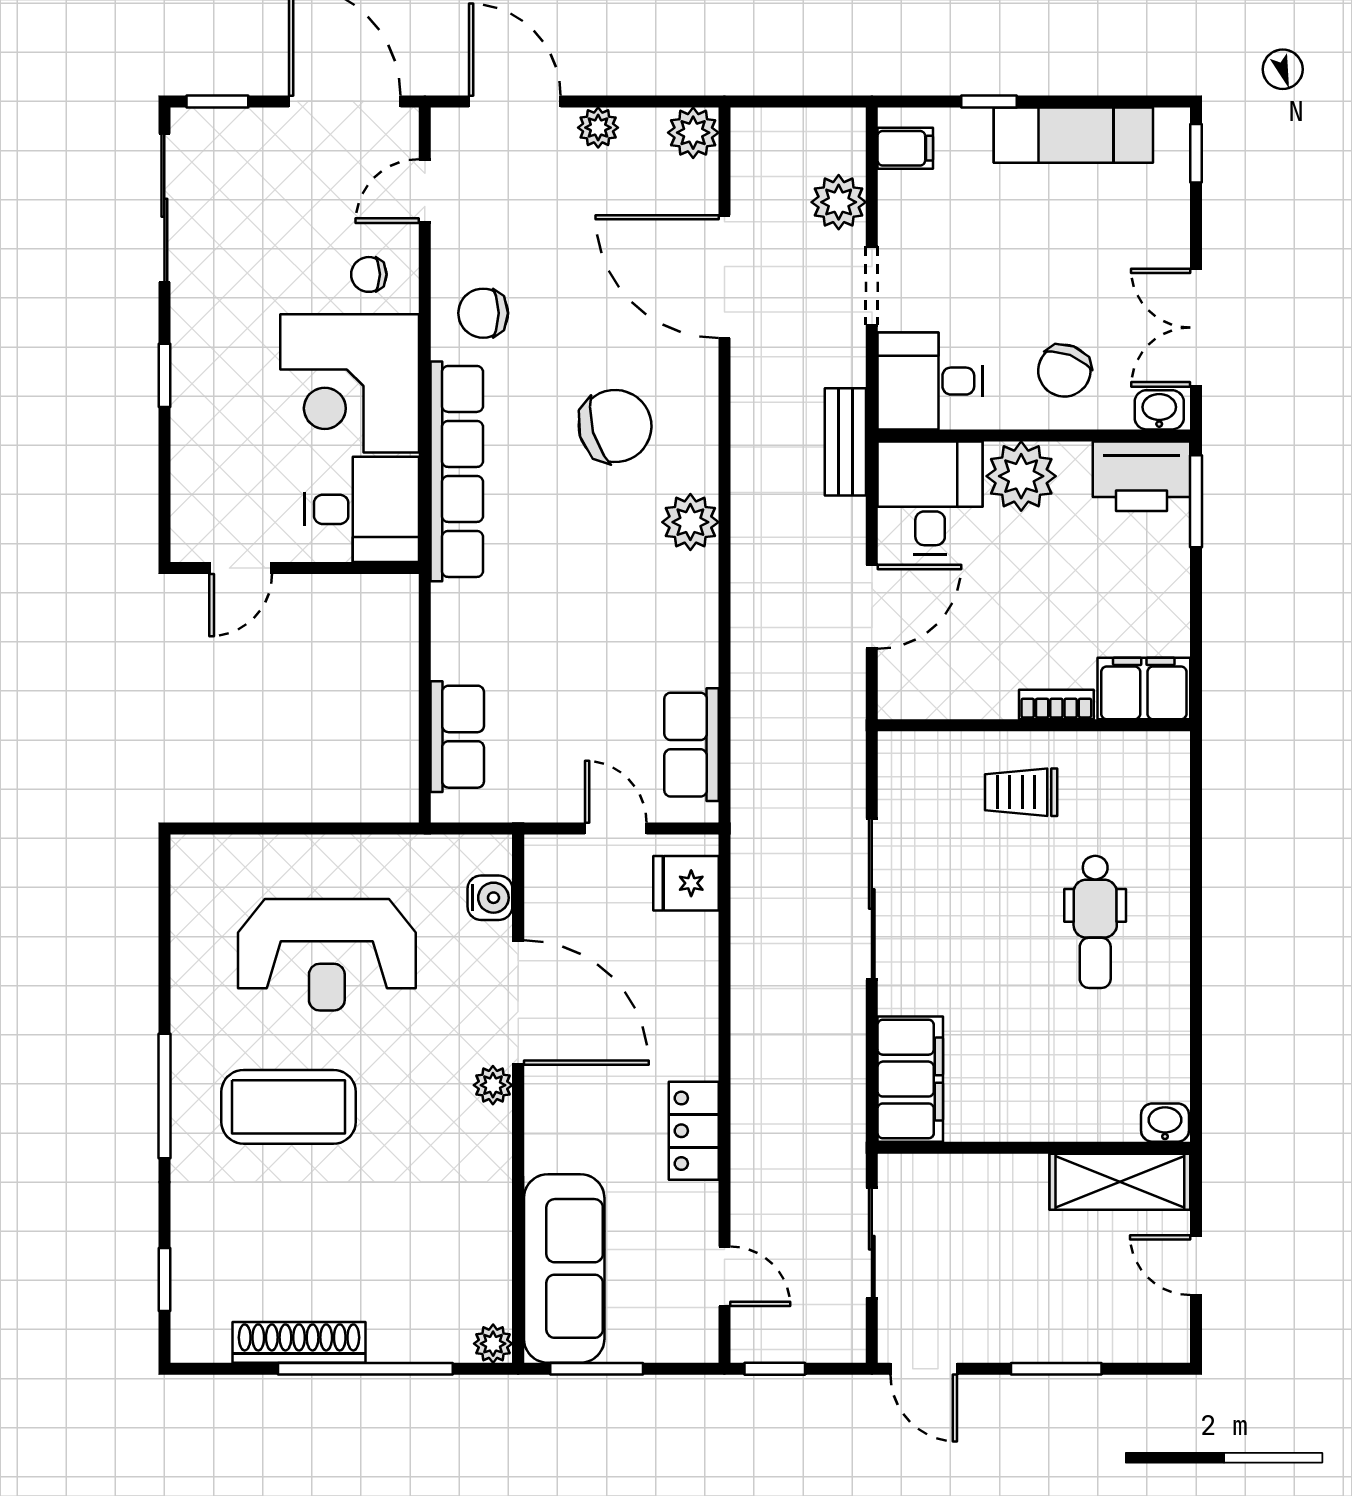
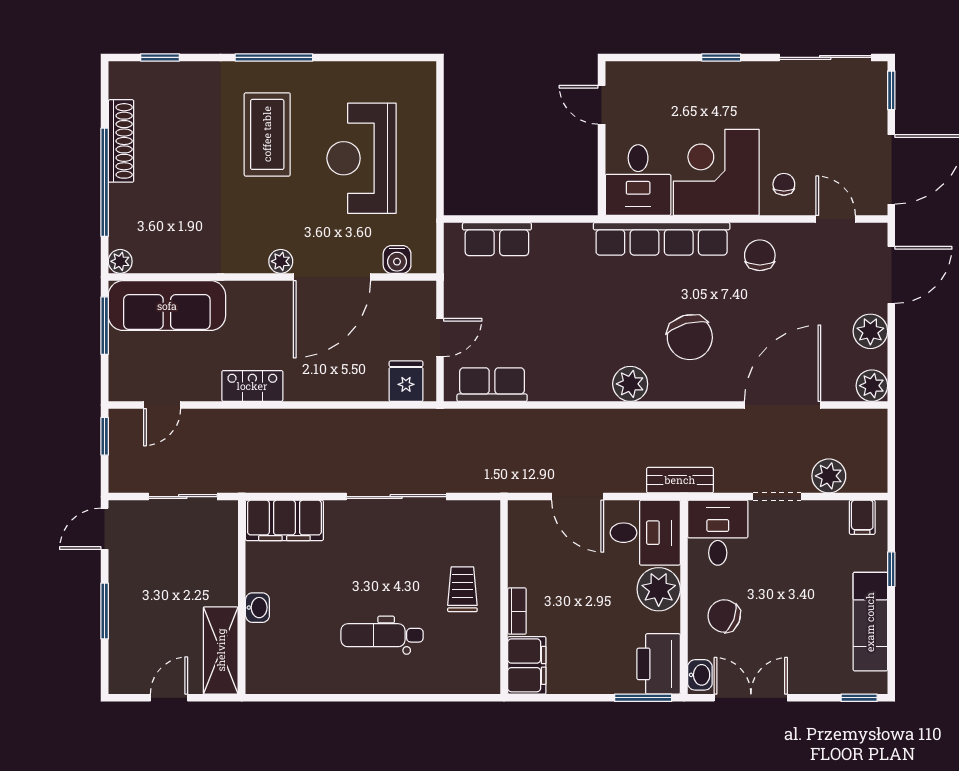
plant: (598, 128) -> (870, 331), width x1.38, depth x1.38
washbasin: (1165, 1123) -> (257, 608), moved

